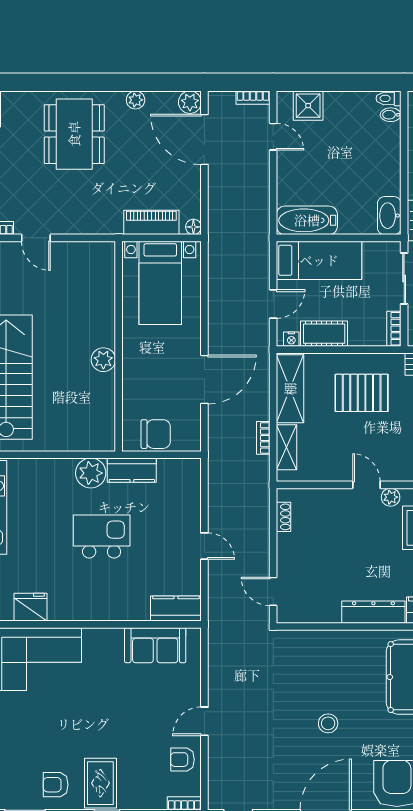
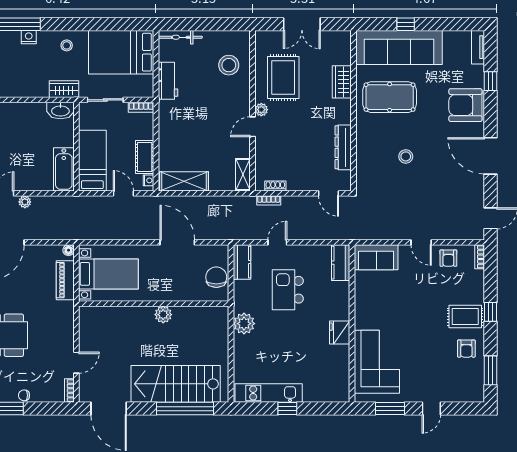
plant: (261, 166) -> (25, 202), added
pallet: (362, 393) -> (187, 130), removed
bookcase: (263, 438) -> (269, 200), moved
shelving: (287, 447) -> (243, 174), moved, turned 90
kitchen counter: (132, 470) -> (242, 262), moved
kitchen island: (102, 537) -> (288, 290), moved
door: (204, 546) -> (277, 242), moved
door: (273, 591) -> (328, 193), hinge flipped
fridge: (30, 607) -> (340, 333), moved
dresser: (373, 612) -> (343, 147), moved
sofa: (155, 645) -> (376, 257), moved, turned 90
stool: (328, 723) -> (406, 156), moved

